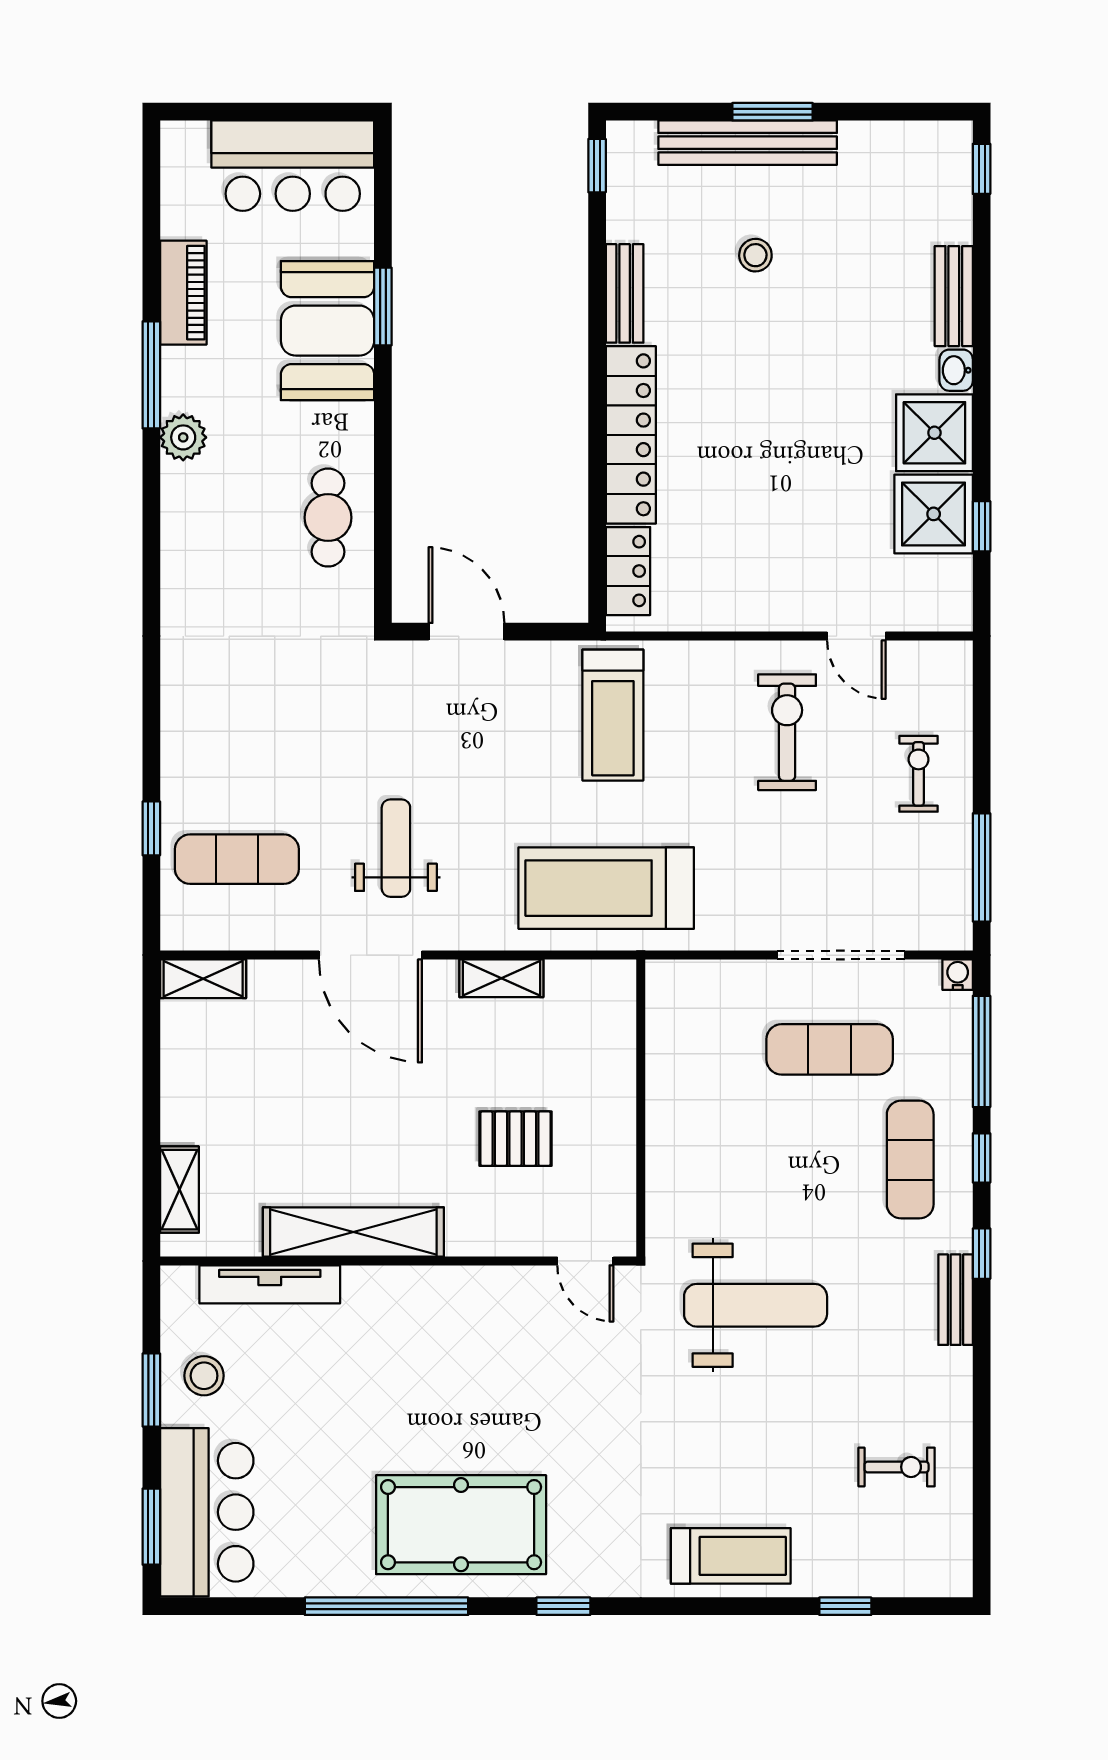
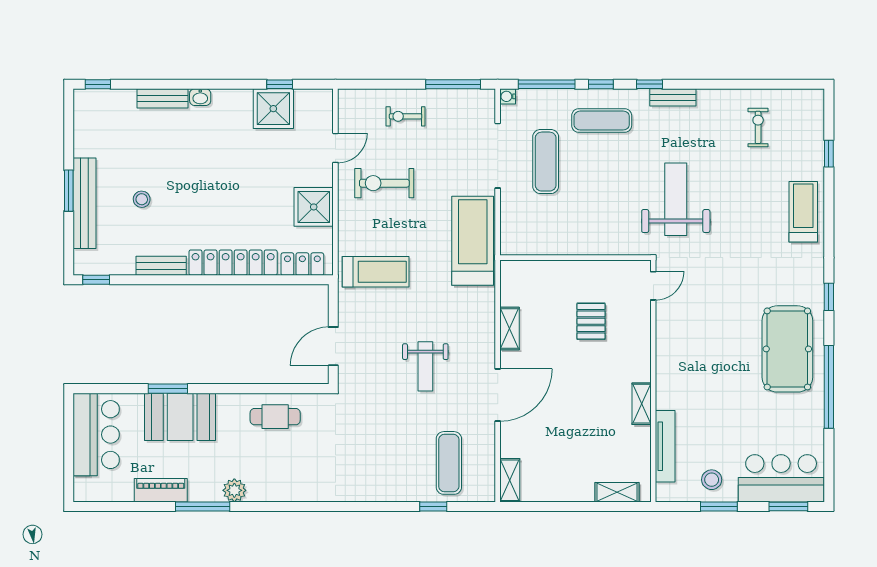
shower: (934, 433) -> (314, 207), moved
weight bench: (396, 848) -> (425, 366), moved, turned -90
treadmill: (606, 888) -> (473, 241), moved, turned 180
shelving: (353, 1232) -> (642, 404), width x0.45, depth x0.75

